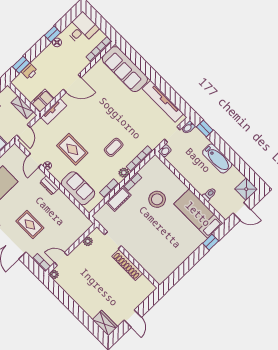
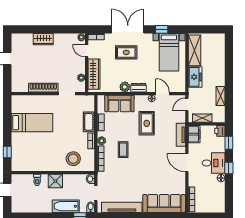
desk: (82, 29) -> (213, 163), moved, turned -90
window: (53, 34) -> (229, 168), moved
printer: (29, 71) -> (220, 131), moved
door: (72, 83) -> (187, 163), hinge flipped
door: (24, 131) -> (187, 104), hinge flipped
rug: (72, 149) -> (147, 123), turned 90
bathtub: (217, 158) -> (66, 206), moved
shower: (246, 189) -> (55, 181), moved
plant: (60, 197) -> (125, 87), added
stool: (157, 199) -> (73, 159), moved
bed: (198, 214) -> (32, 123), moved
wardrobe: (74, 234) -> (94, 74), added
door: (61, 259) -> (87, 51), swing flipped
wardrobe: (105, 323) -> (43, 39), moved

